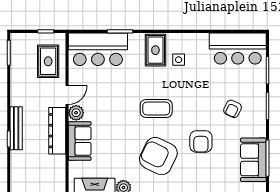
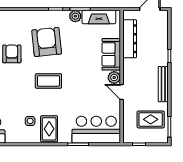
rug: (48, 61) -> (151, 119), moved, turned 90
door: (67, 95) -> (122, 92), hinge flipped
bench: (16, 128) -> (163, 84), moved
dresser: (57, 131) -> (130, 39), moved
armchair: (158, 156) -> (47, 42), turned -122

